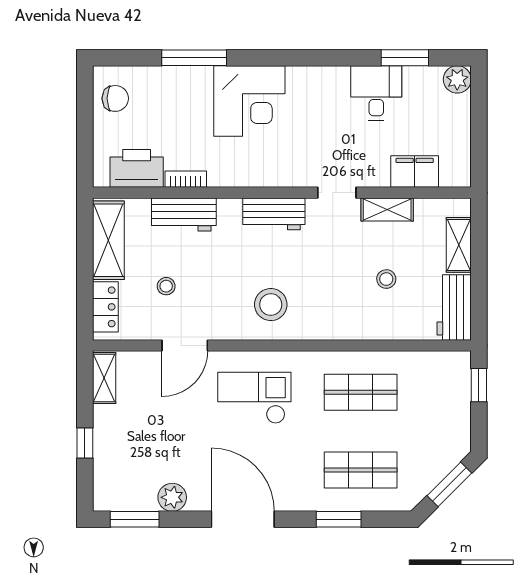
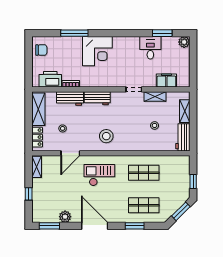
workbench: (274, 214) -> (97, 98), moved
window: (479, 385) -> (193, 181), moved

